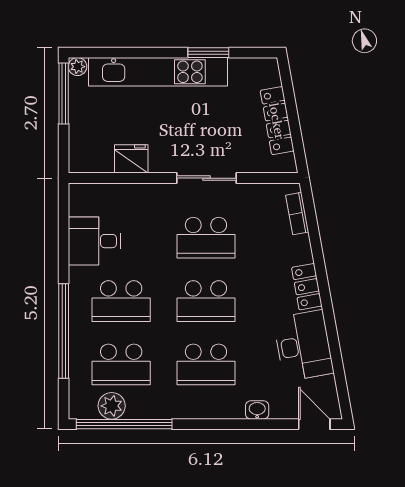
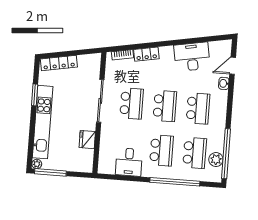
locker: (277, 121) -> (59, 63), moved
sliding door: (206, 178) -> (100, 101), width x1.37
locker: (307, 287) -> (146, 54), moved
door: (314, 424) -> (233, 66), moved

